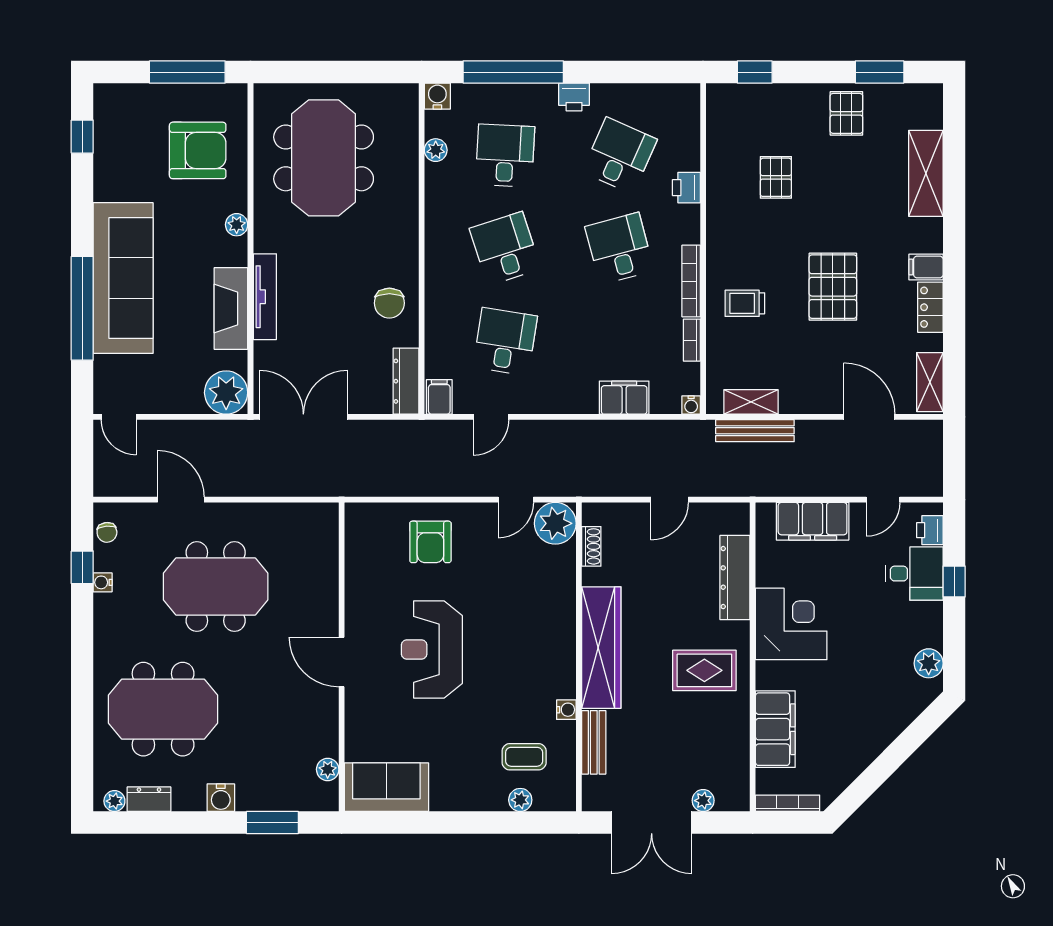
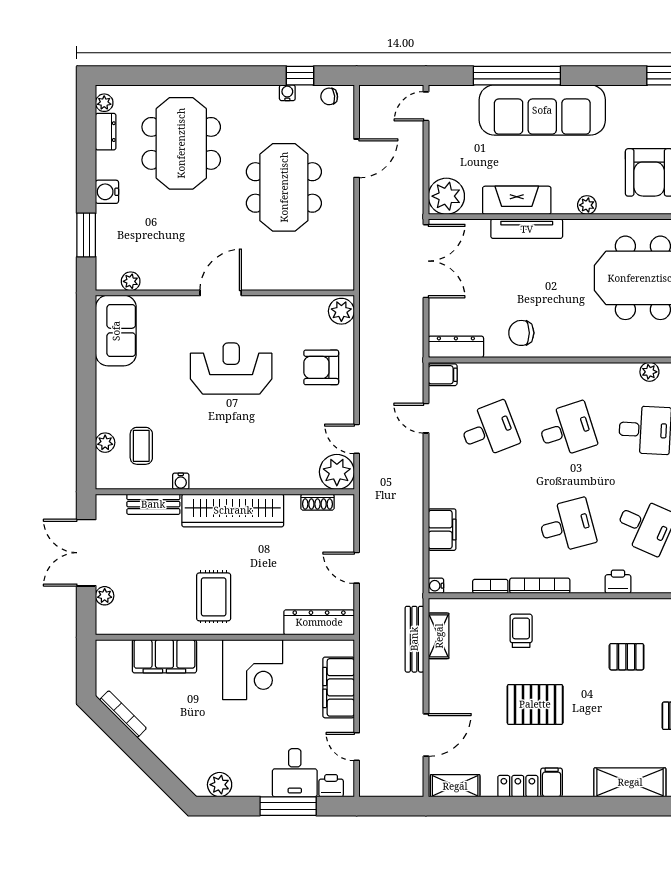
desk: (505, 342) -> (489, 430), turned -30
plant: (363, 518) -> (341, 311), added
dresser: (735, 578) -> (319, 622), moved
window: (954, 582) -> (288, 806), width x2.17
bookcase: (788, 803) -> (123, 714), moved, turned -45

